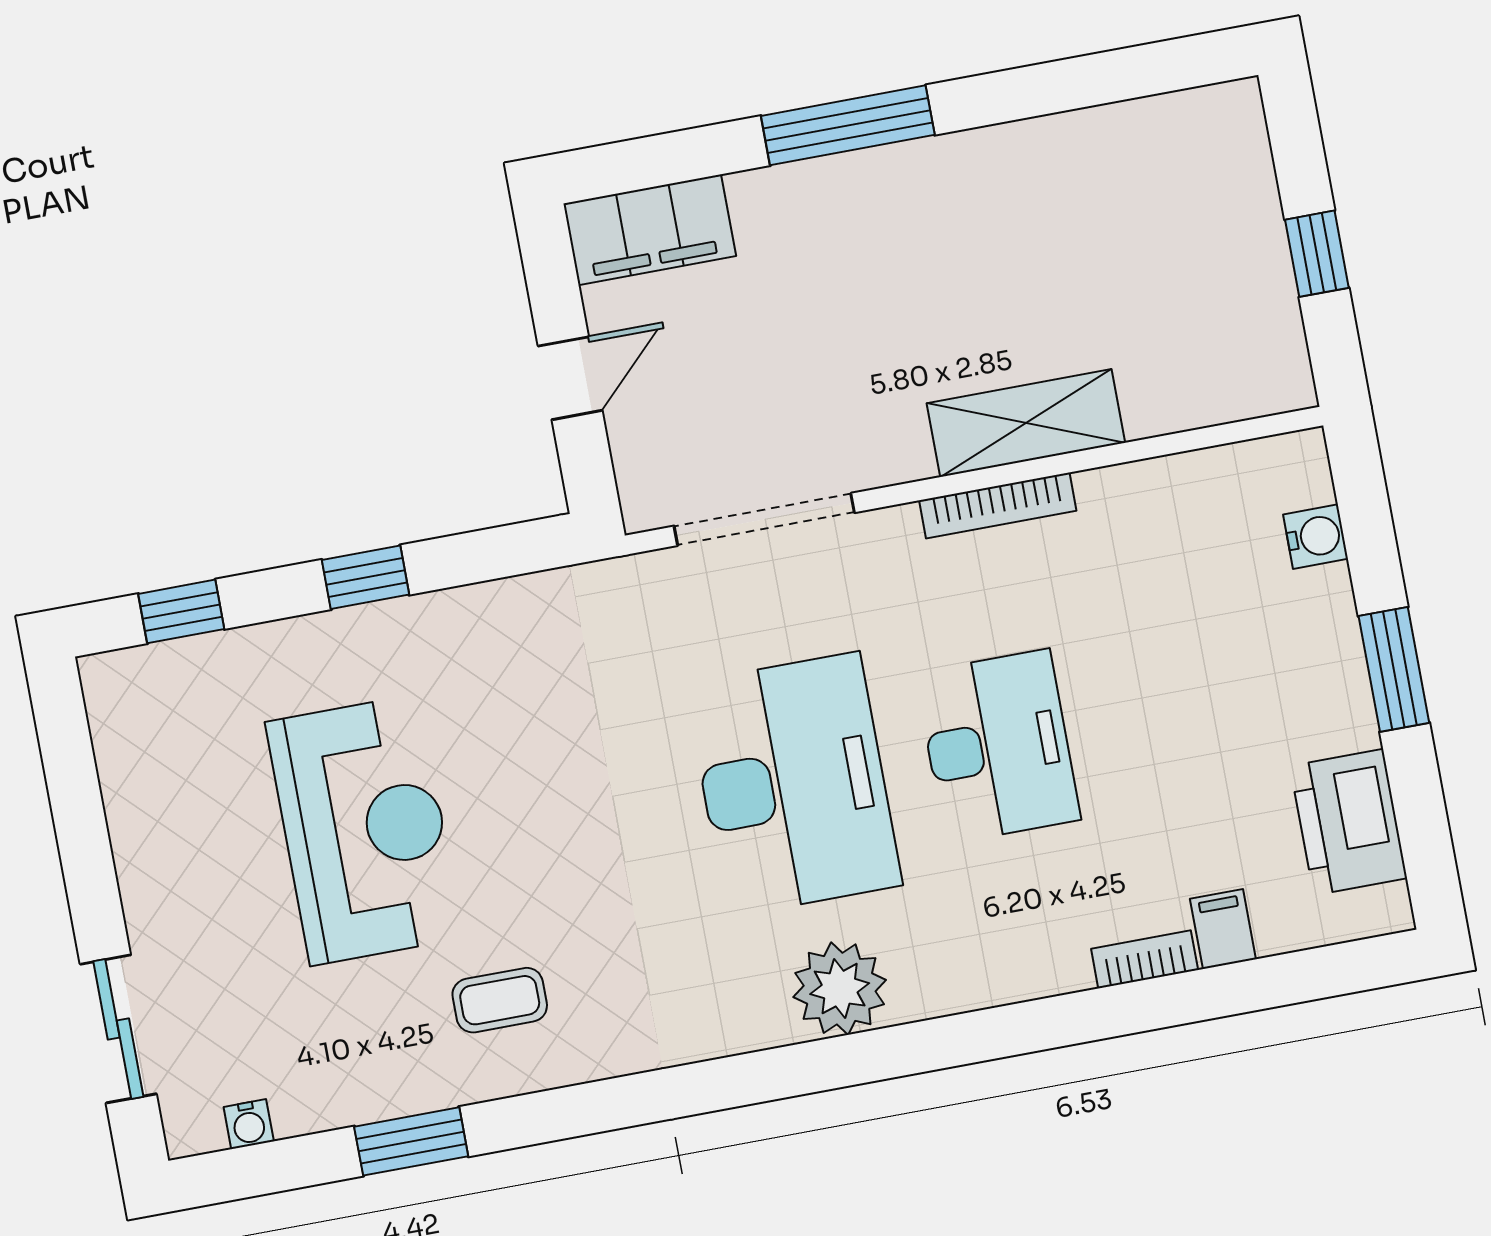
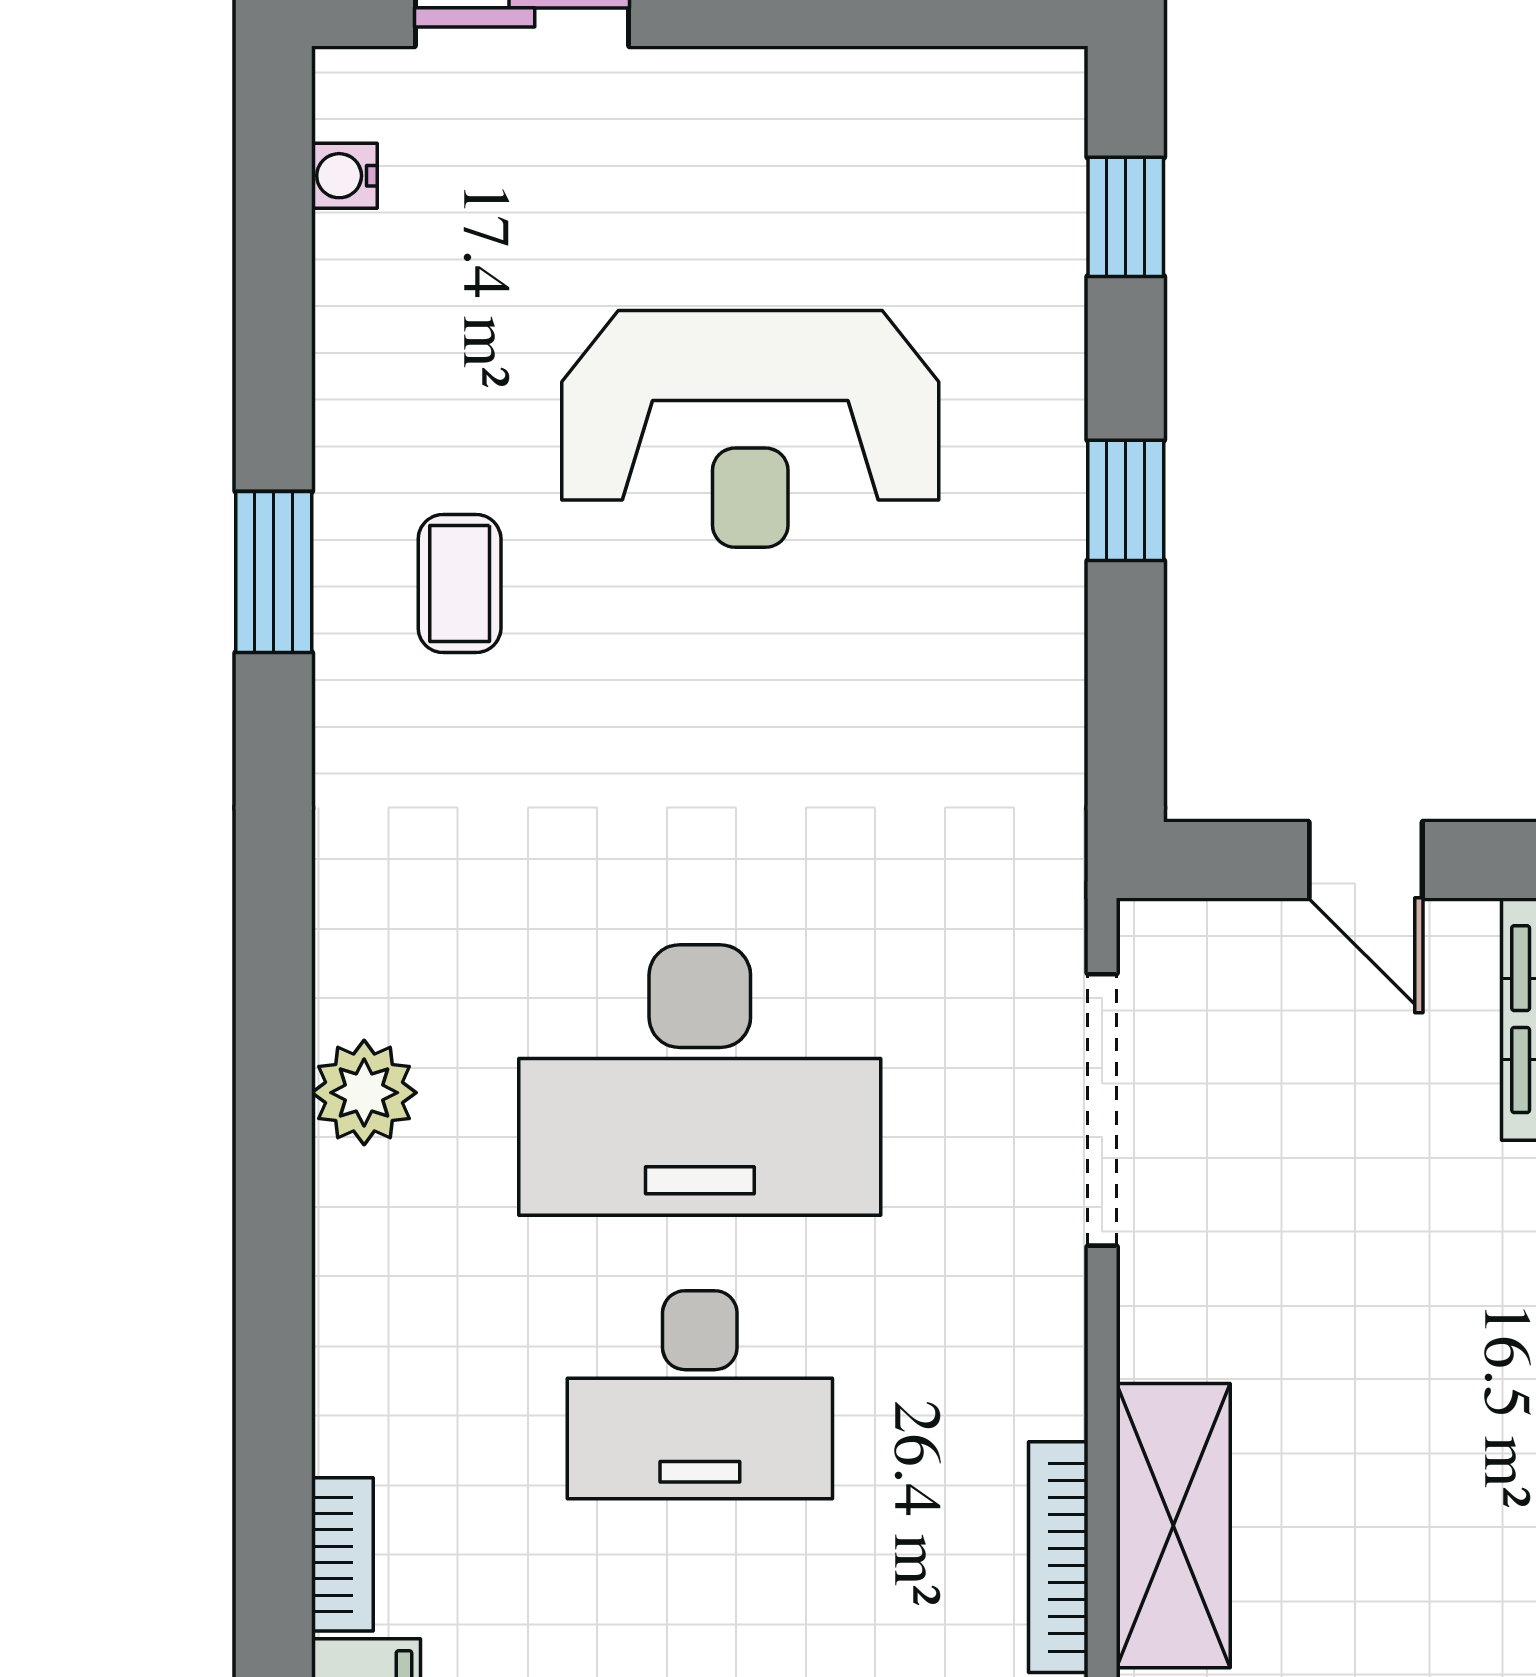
bookcase: (998, 505) -> (1058, 1557), moved
plant: (840, 989) -> (364, 1093), width x0.73, depth x0.73
window: (411, 1141) -> (274, 572), moved

